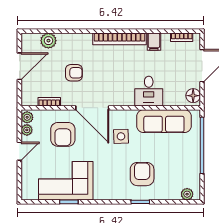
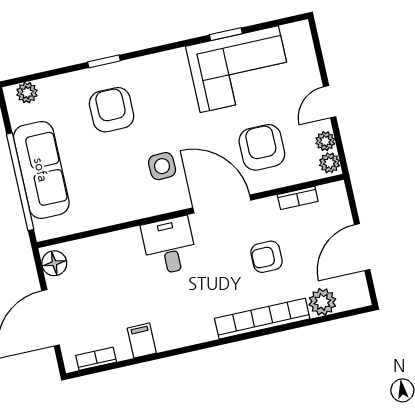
bookcase: (120, 39) -> (262, 319), moved
desk: (149, 91) -> (169, 246), moved
sofa: (164, 121) -> (41, 170), moved, turned 90
armchair: (142, 174) -> (112, 110), turned 180

